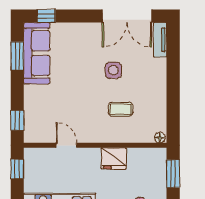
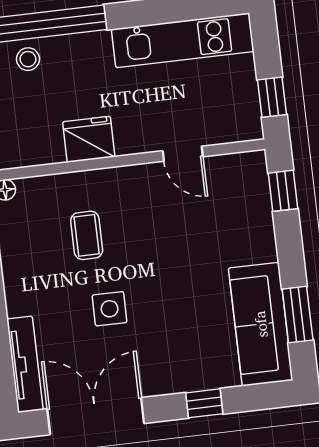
window: (46, 16) -> (204, 403), moved
tv unit: (160, 40) -> (25, 364), width x1.41
coffee table: (121, 109) -> (87, 235), turned 90

